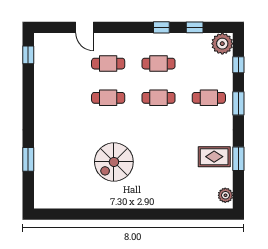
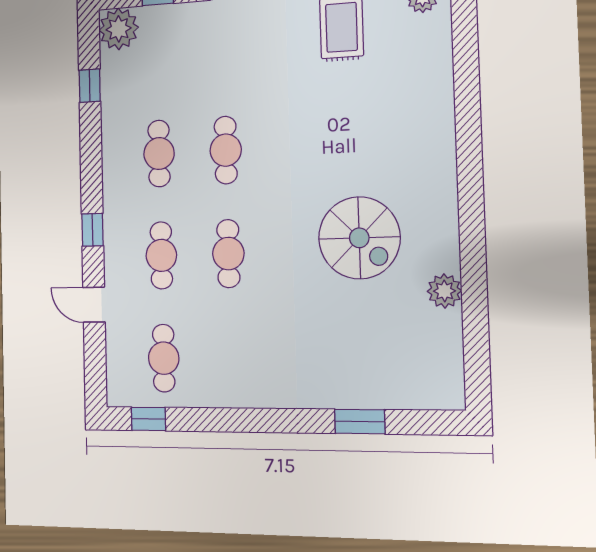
door: (84, 27) -> (94, 305), swing flipped
window: (161, 27) -> (93, 230), moved
cafe table: (209, 98) -> (164, 358), moved
plant: (88, 201) -> (444, 291), added

